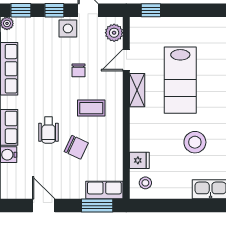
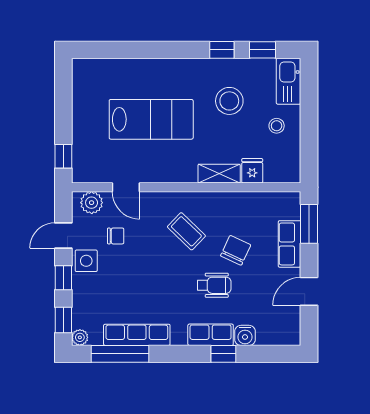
chair: (79, 70) -> (116, 236), moved
shelving: (137, 90) -> (219, 174), moved
coffee table: (91, 108) -> (186, 231), turned -46
stool: (145, 183) -> (277, 126), moved
row of seats: (104, 190) -> (290, 244), moved

